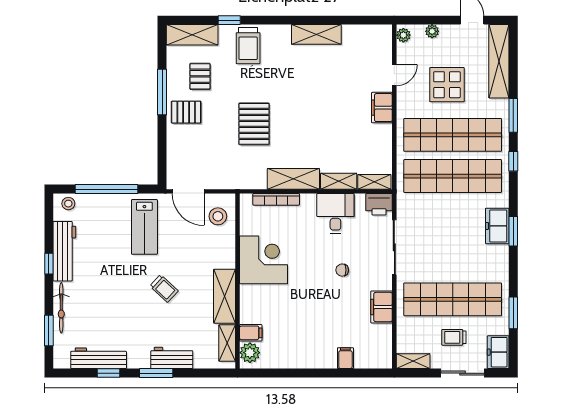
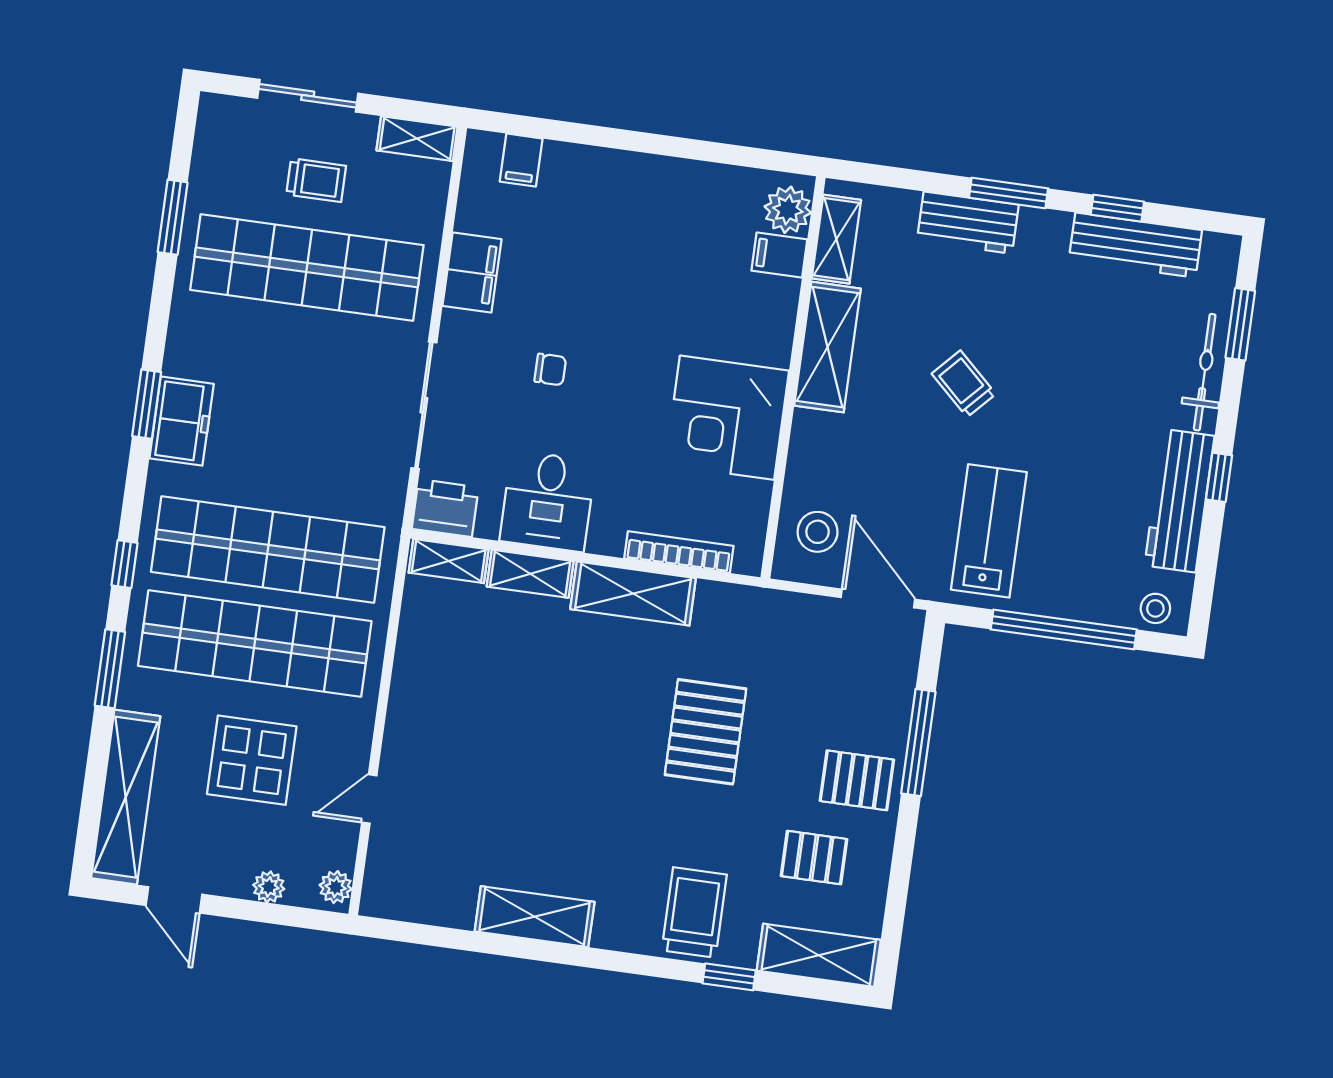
pallet: (200, 76) -> (814, 858), turned 90
window: (162, 92) -> (918, 743), moved
filing cabinet: (382, 108) -> (408, 728), removed
freezer: (498, 352) -> (220, 132), removed
filing cabinet: (345, 358) -> (521, 160), moved

